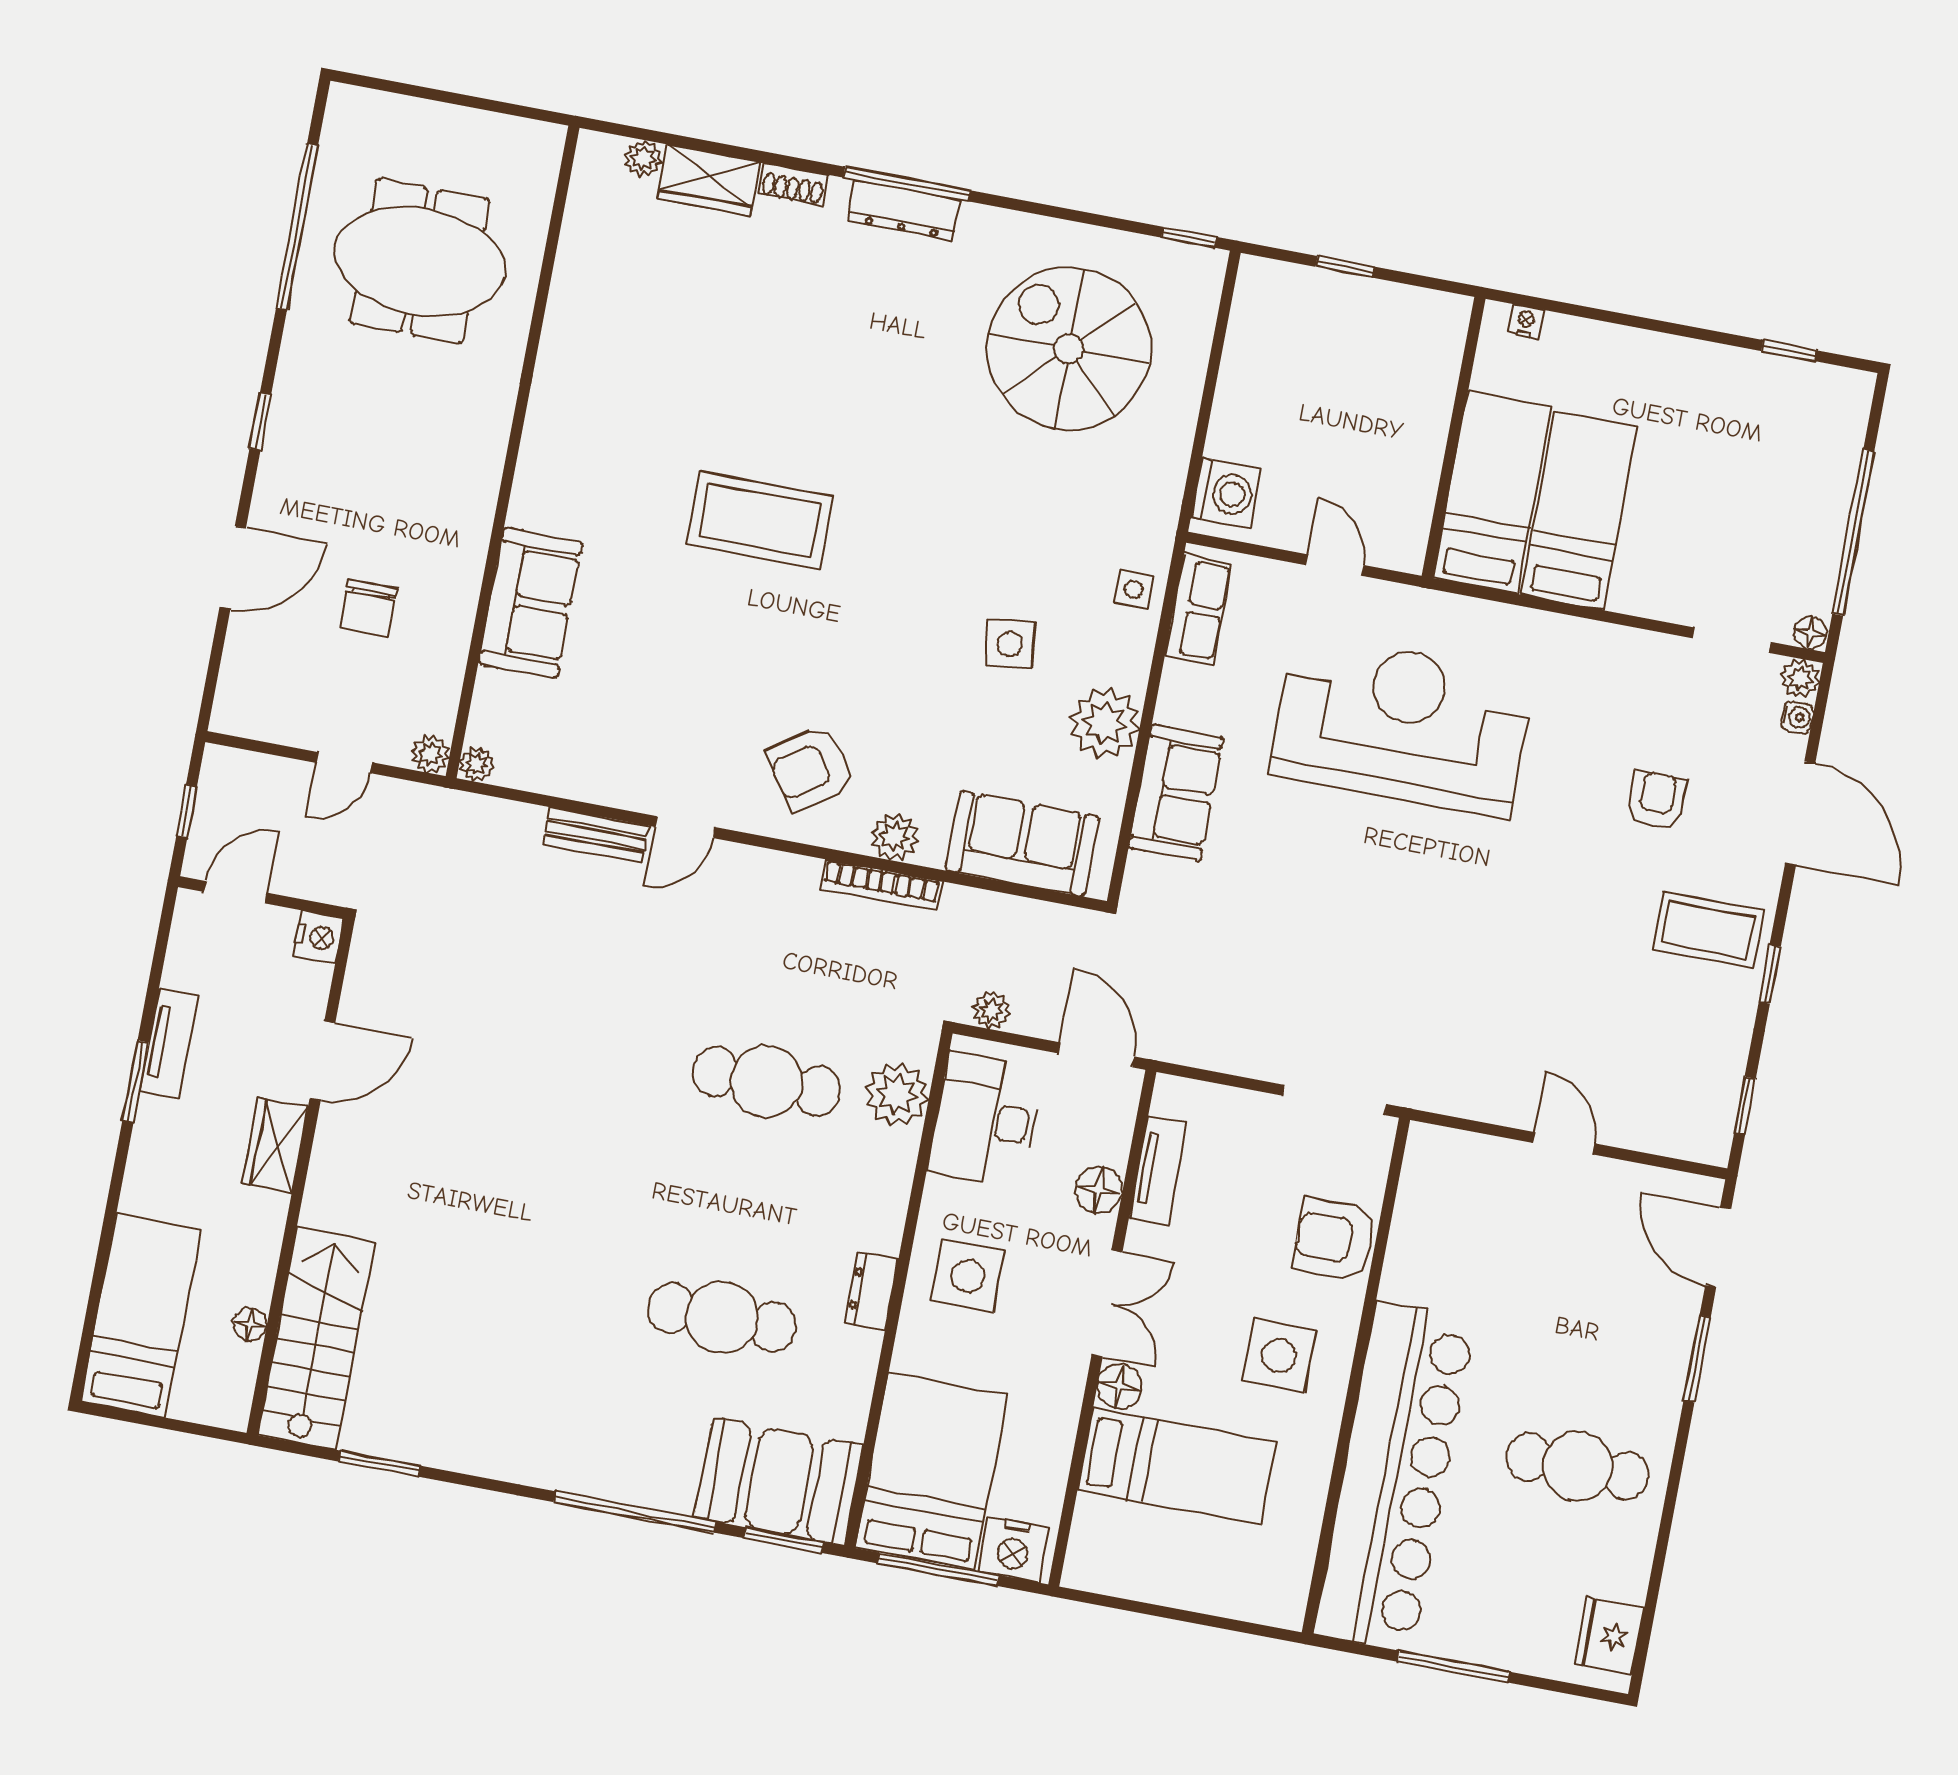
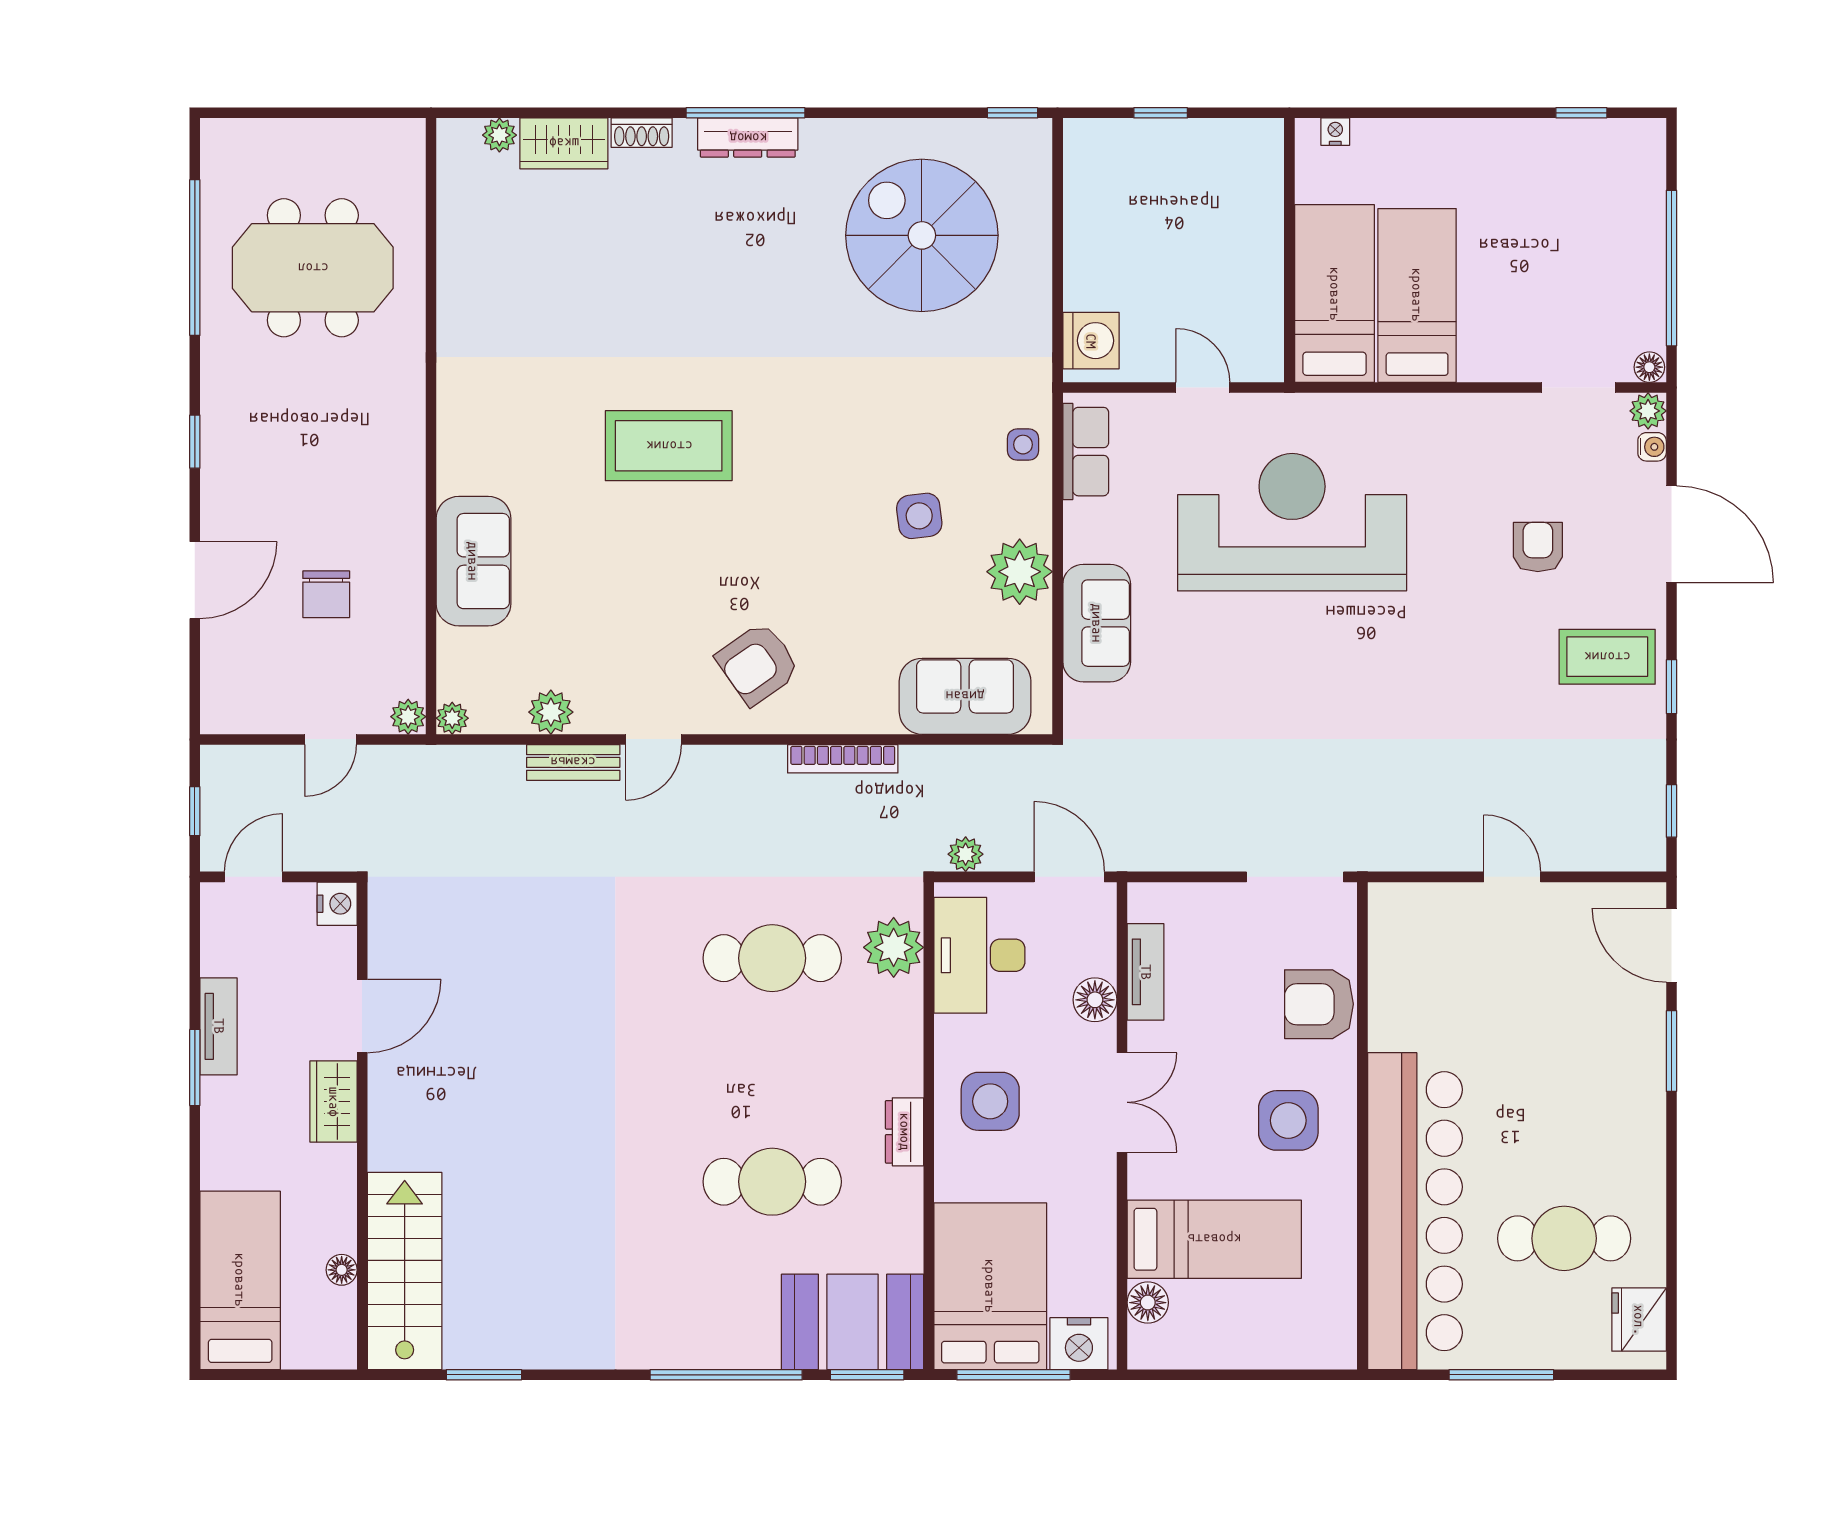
plant: (895, 837) -> (551, 712), moved
floor lamp: (1120, 1386) -> (1148, 1303), moved
cafe table: (1578, 1466) -> (1564, 1238), moved

